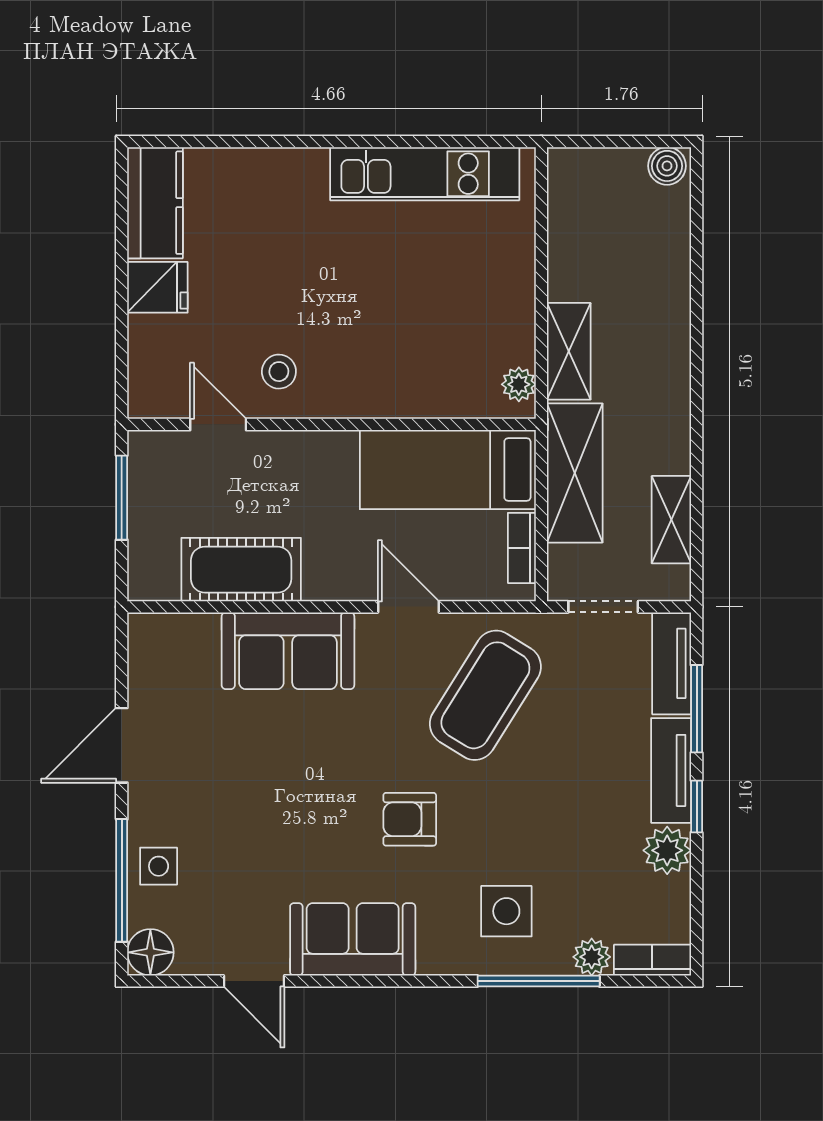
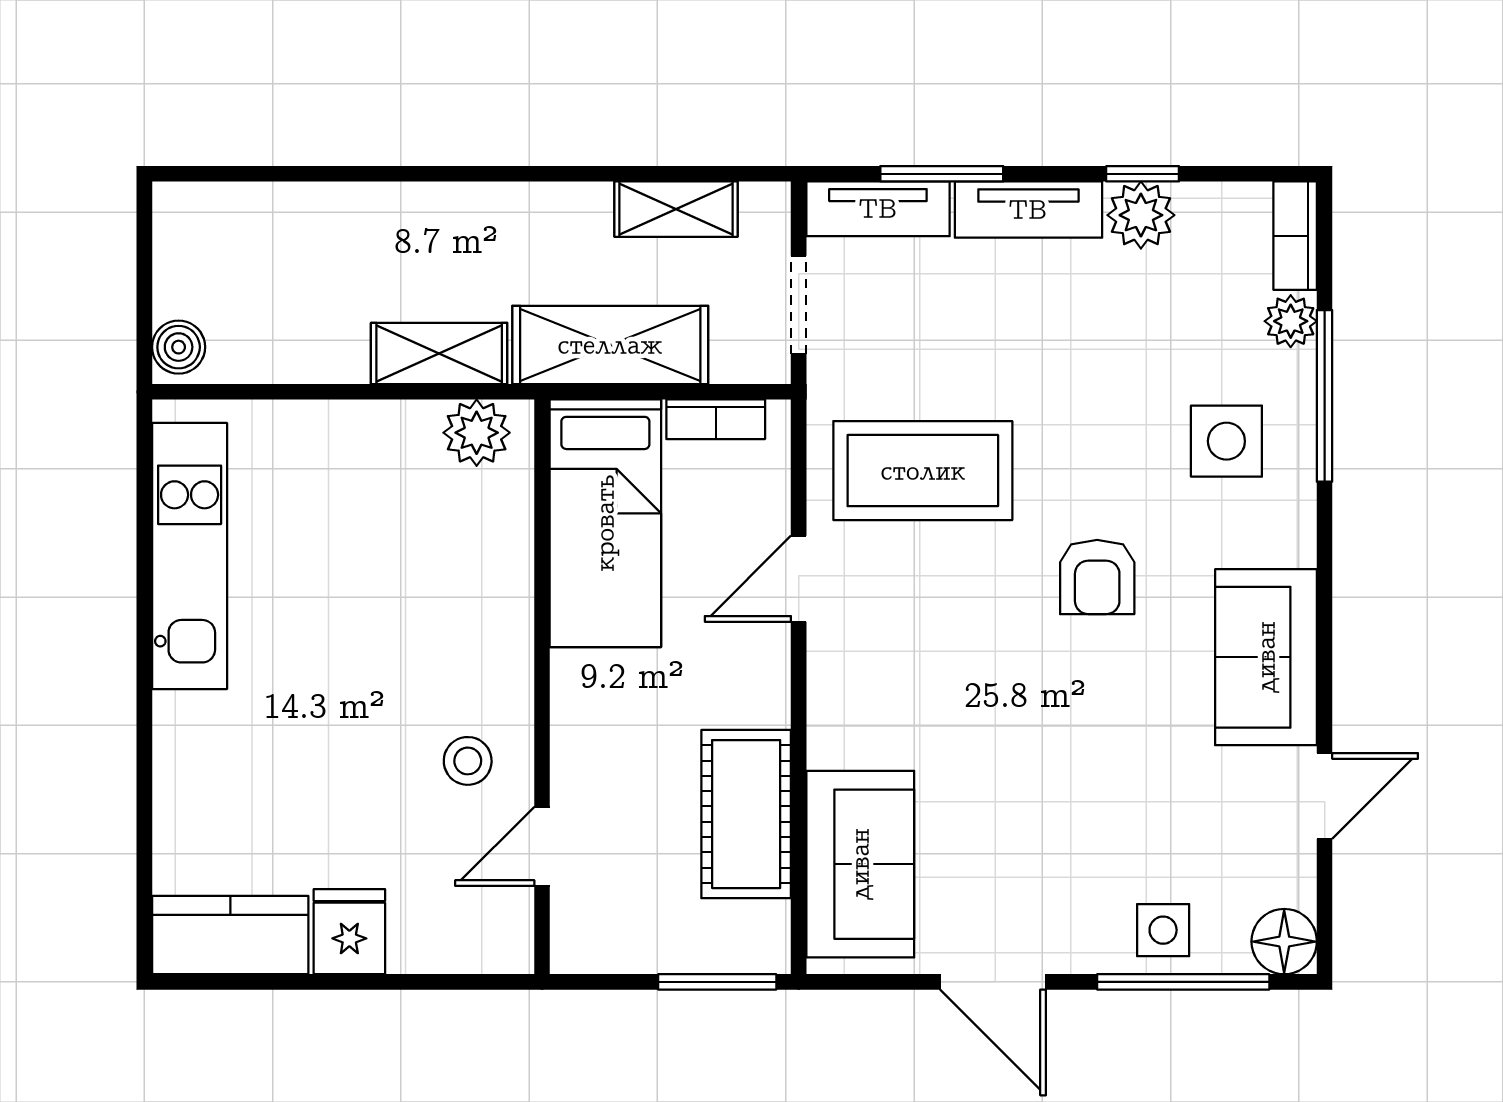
boiler: (667, 166) -> (179, 347), moved
plant: (519, 384) -> (477, 433), width x1.38, depth x1.38
window: (122, 498) -> (717, 982), moved
sofa: (288, 651) -> (860, 864), moved
coffee table: (485, 695) -> (923, 471), turned -32
window: (697, 806) -> (1143, 174), moved

